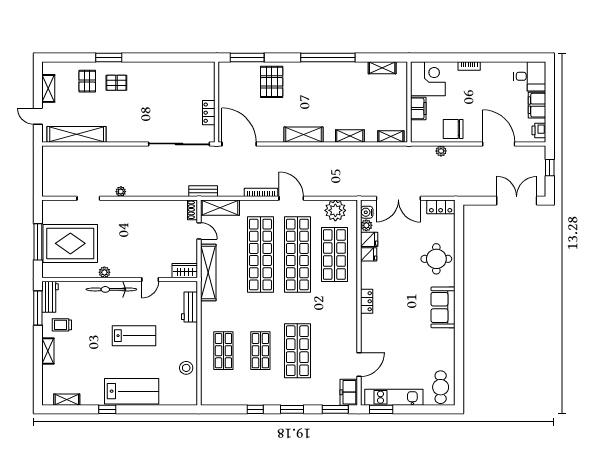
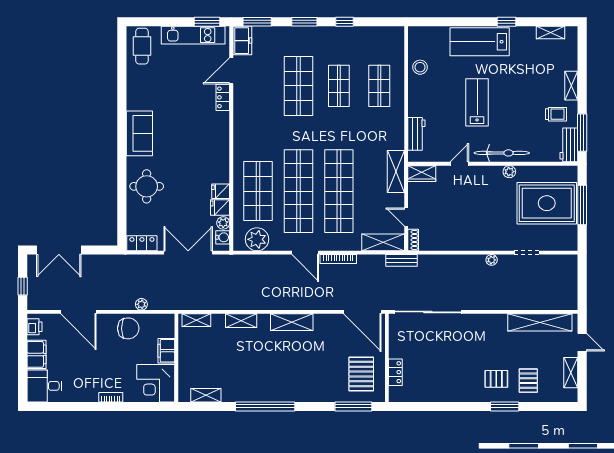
pallet: (272, 82) -> (361, 374), moved
locker: (209, 113) -> (395, 372), moved
shelving: (208, 273) -> (396, 171), width x0.68
locker: (367, 301) -> (223, 97), moved
lab bench: (134, 336) -> (477, 102), turned 90

